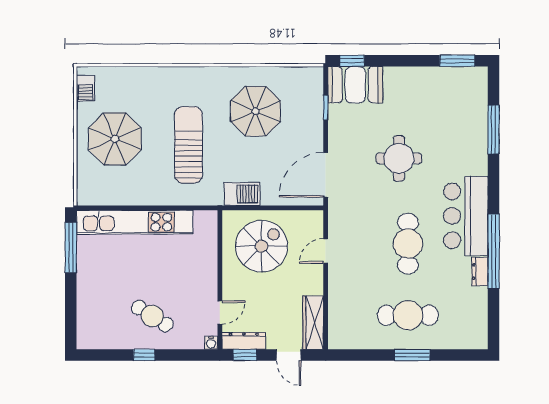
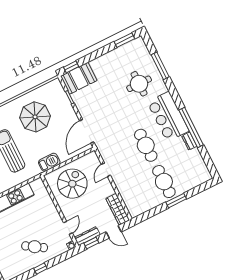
round table: (399, 158) -> (139, 84), moved
cafe table: (408, 315) -> (164, 182), turned 90

